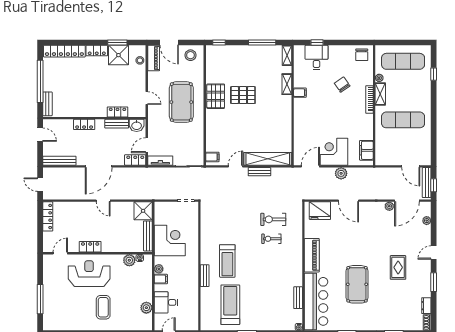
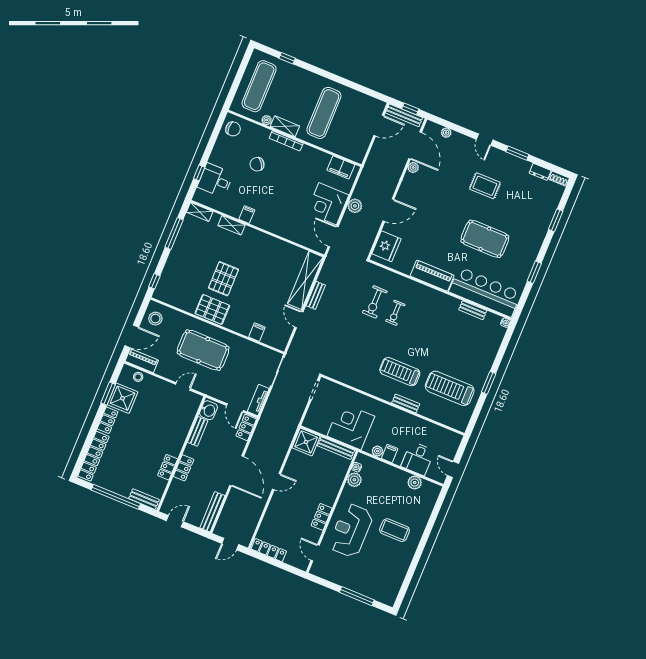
locker: (118, 112) -> (168, 467), moved
filing cabinet: (212, 157) -> (257, 332), moved
treadmill: (227, 261) -> (400, 372), turned 180

